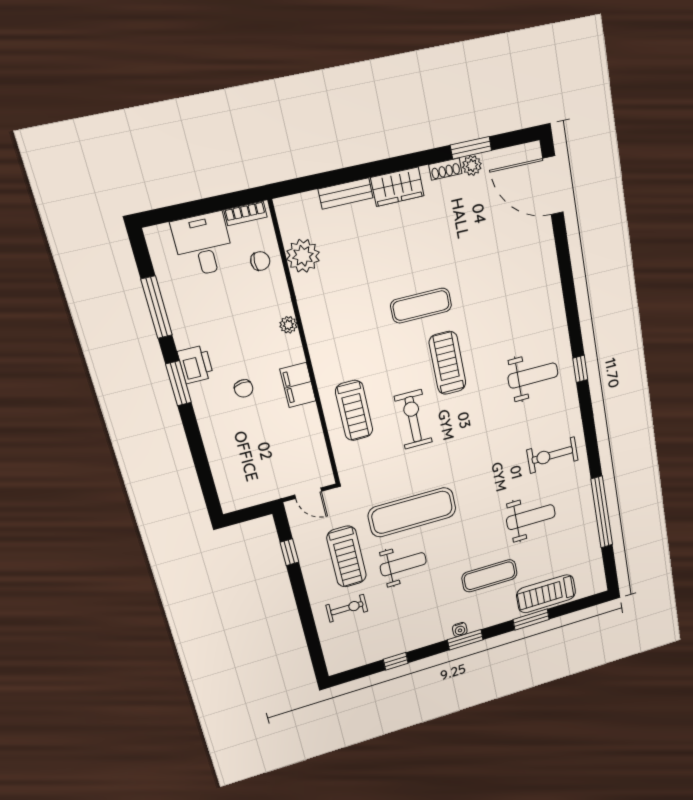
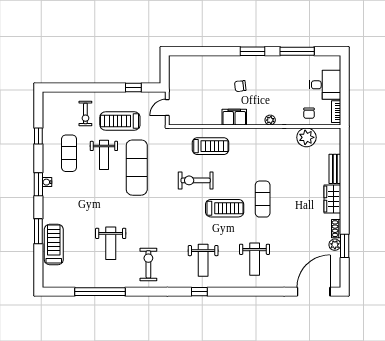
weight bench: (518, 295) -> (255, 259), added
printer: (196, 364) -> (261, 63), removed
treadmill: (354, 410) -> (211, 146), turned 180
exercise bike: (413, 419) -> (196, 180), turned 180
exercise mat: (489, 576) -> (69, 153), moved

